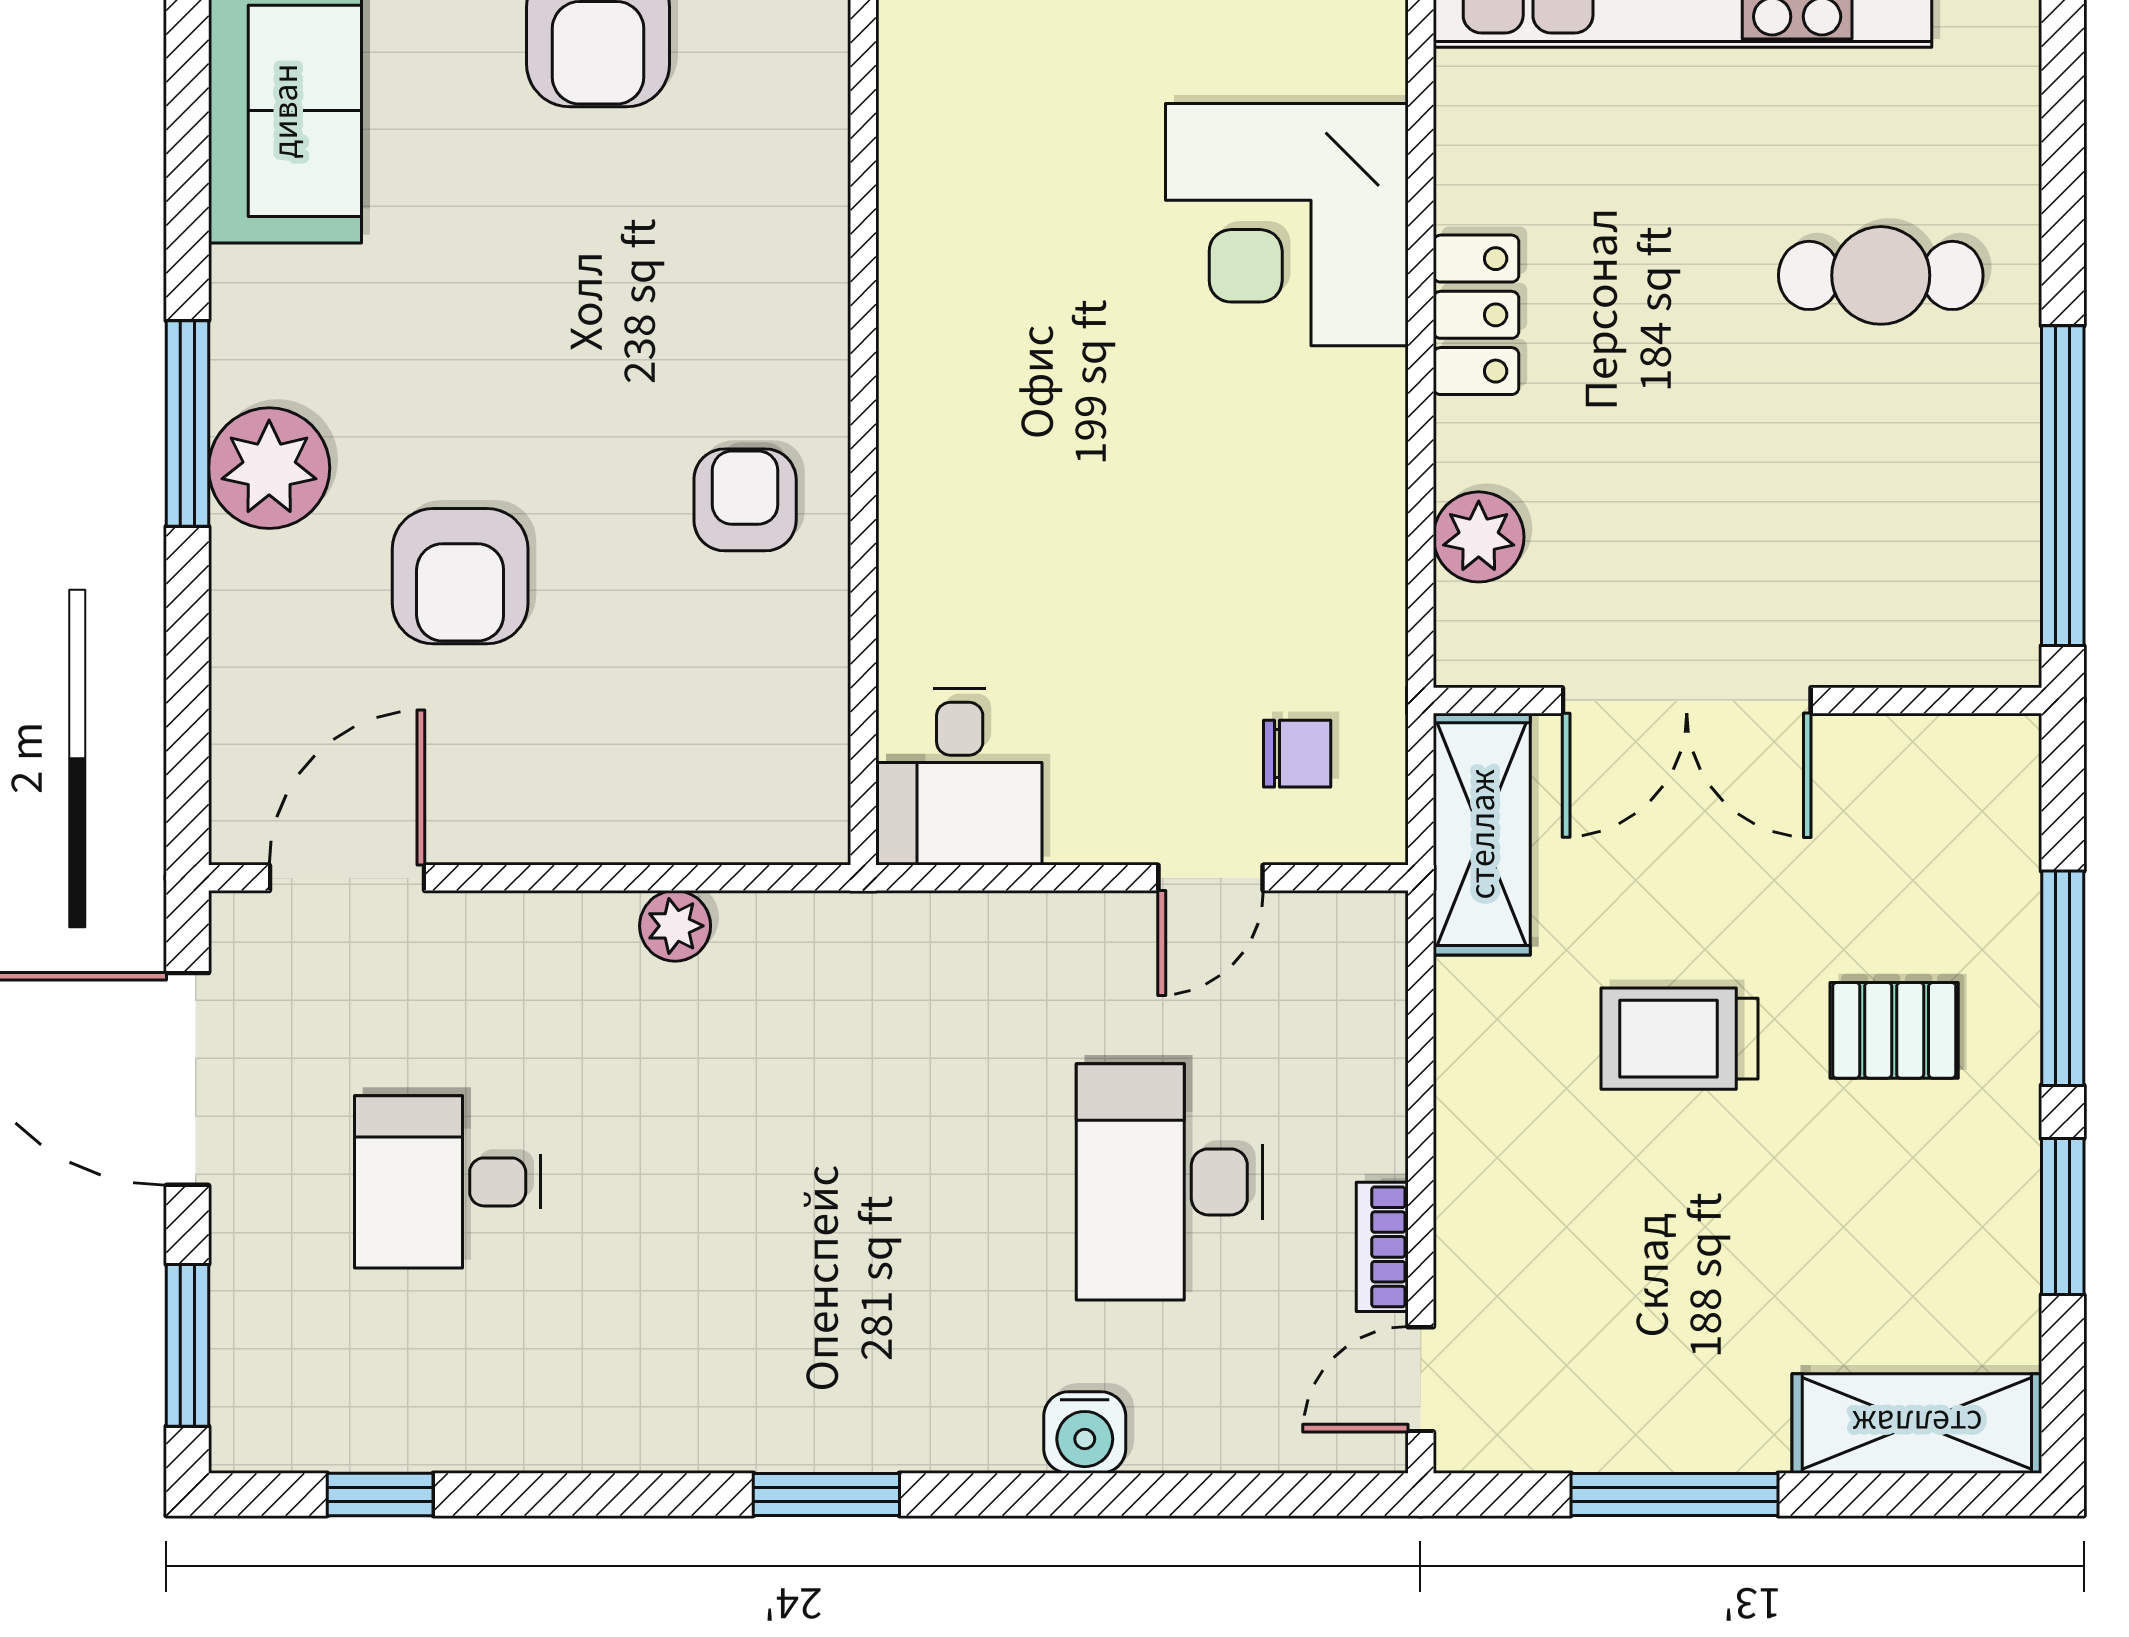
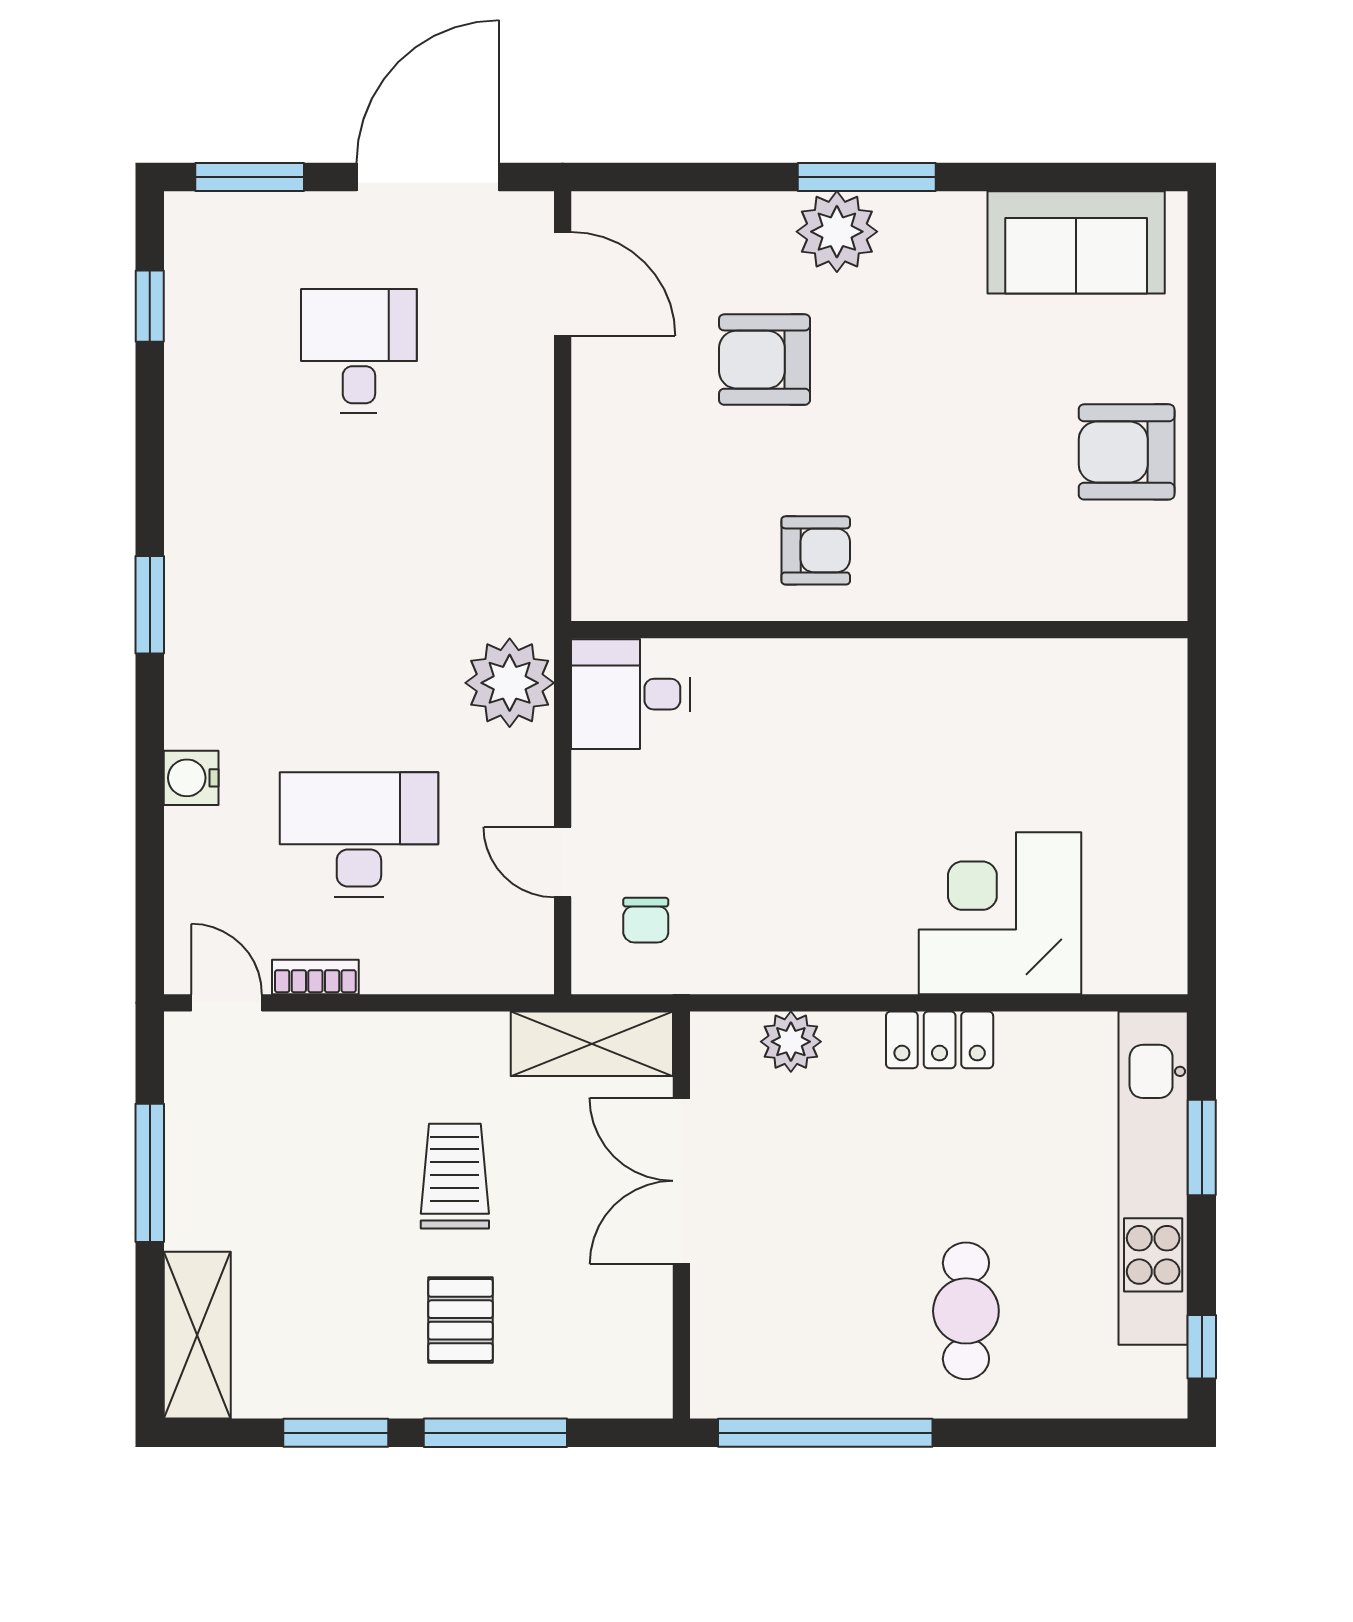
plant: (675, 926) -> (510, 683), moved, width x1.88, depth x1.88

